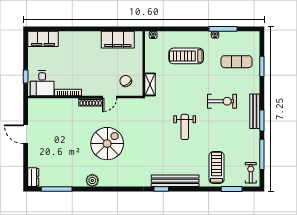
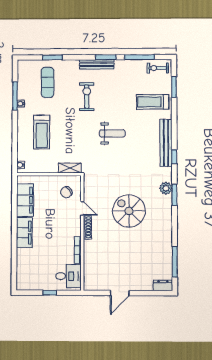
filing cabinet: (43, 39) -> (24, 233), moved
window: (26, 77) -> (50, 293), moved
plant: (92, 180) -> (166, 188), moved
window: (123, 189) -> (174, 195), added

